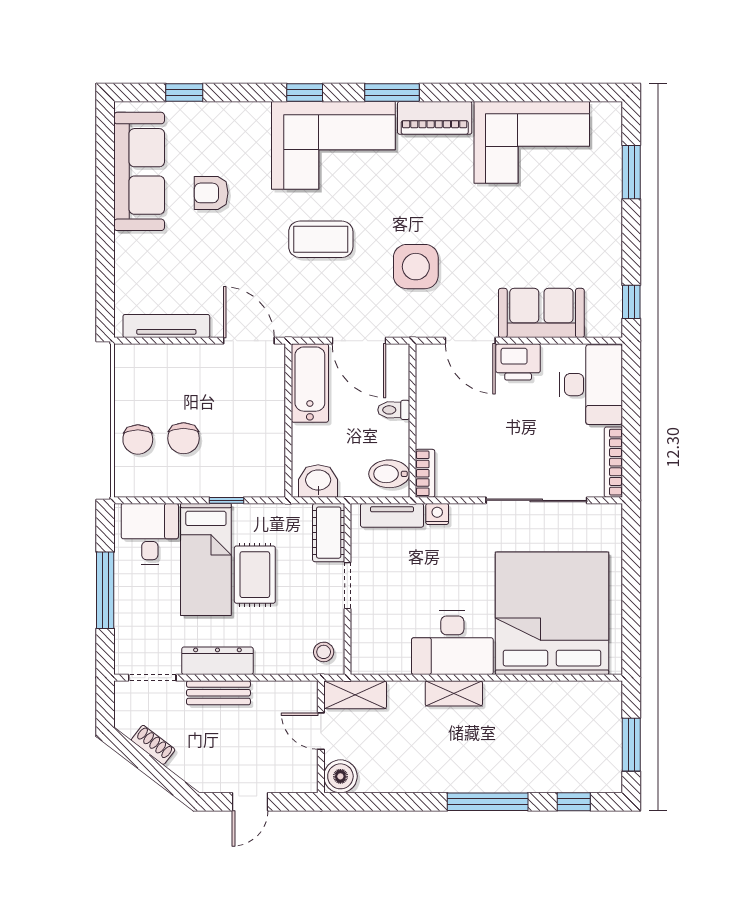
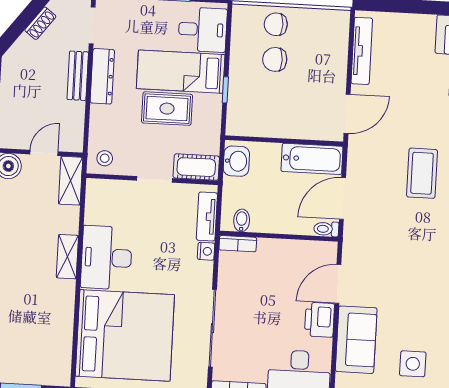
side table: (416, 267) -> (413, 364), moved, width x0.73, depth x0.73
toilet: (394, 410) -> (326, 229), moved, turned -90
bidet: (389, 474) -> (242, 220), width x0.72, depth x0.74

